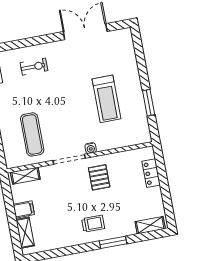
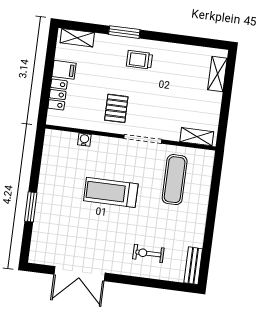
treadmill: (106, 99) -> (111, 192), moved, turned -90
window: (149, 103) -> (31, 207), moved
water cooler: (91, 148) -> (84, 140), moved
filing cabinet: (24, 209) -> (64, 70), moved, turned 180

